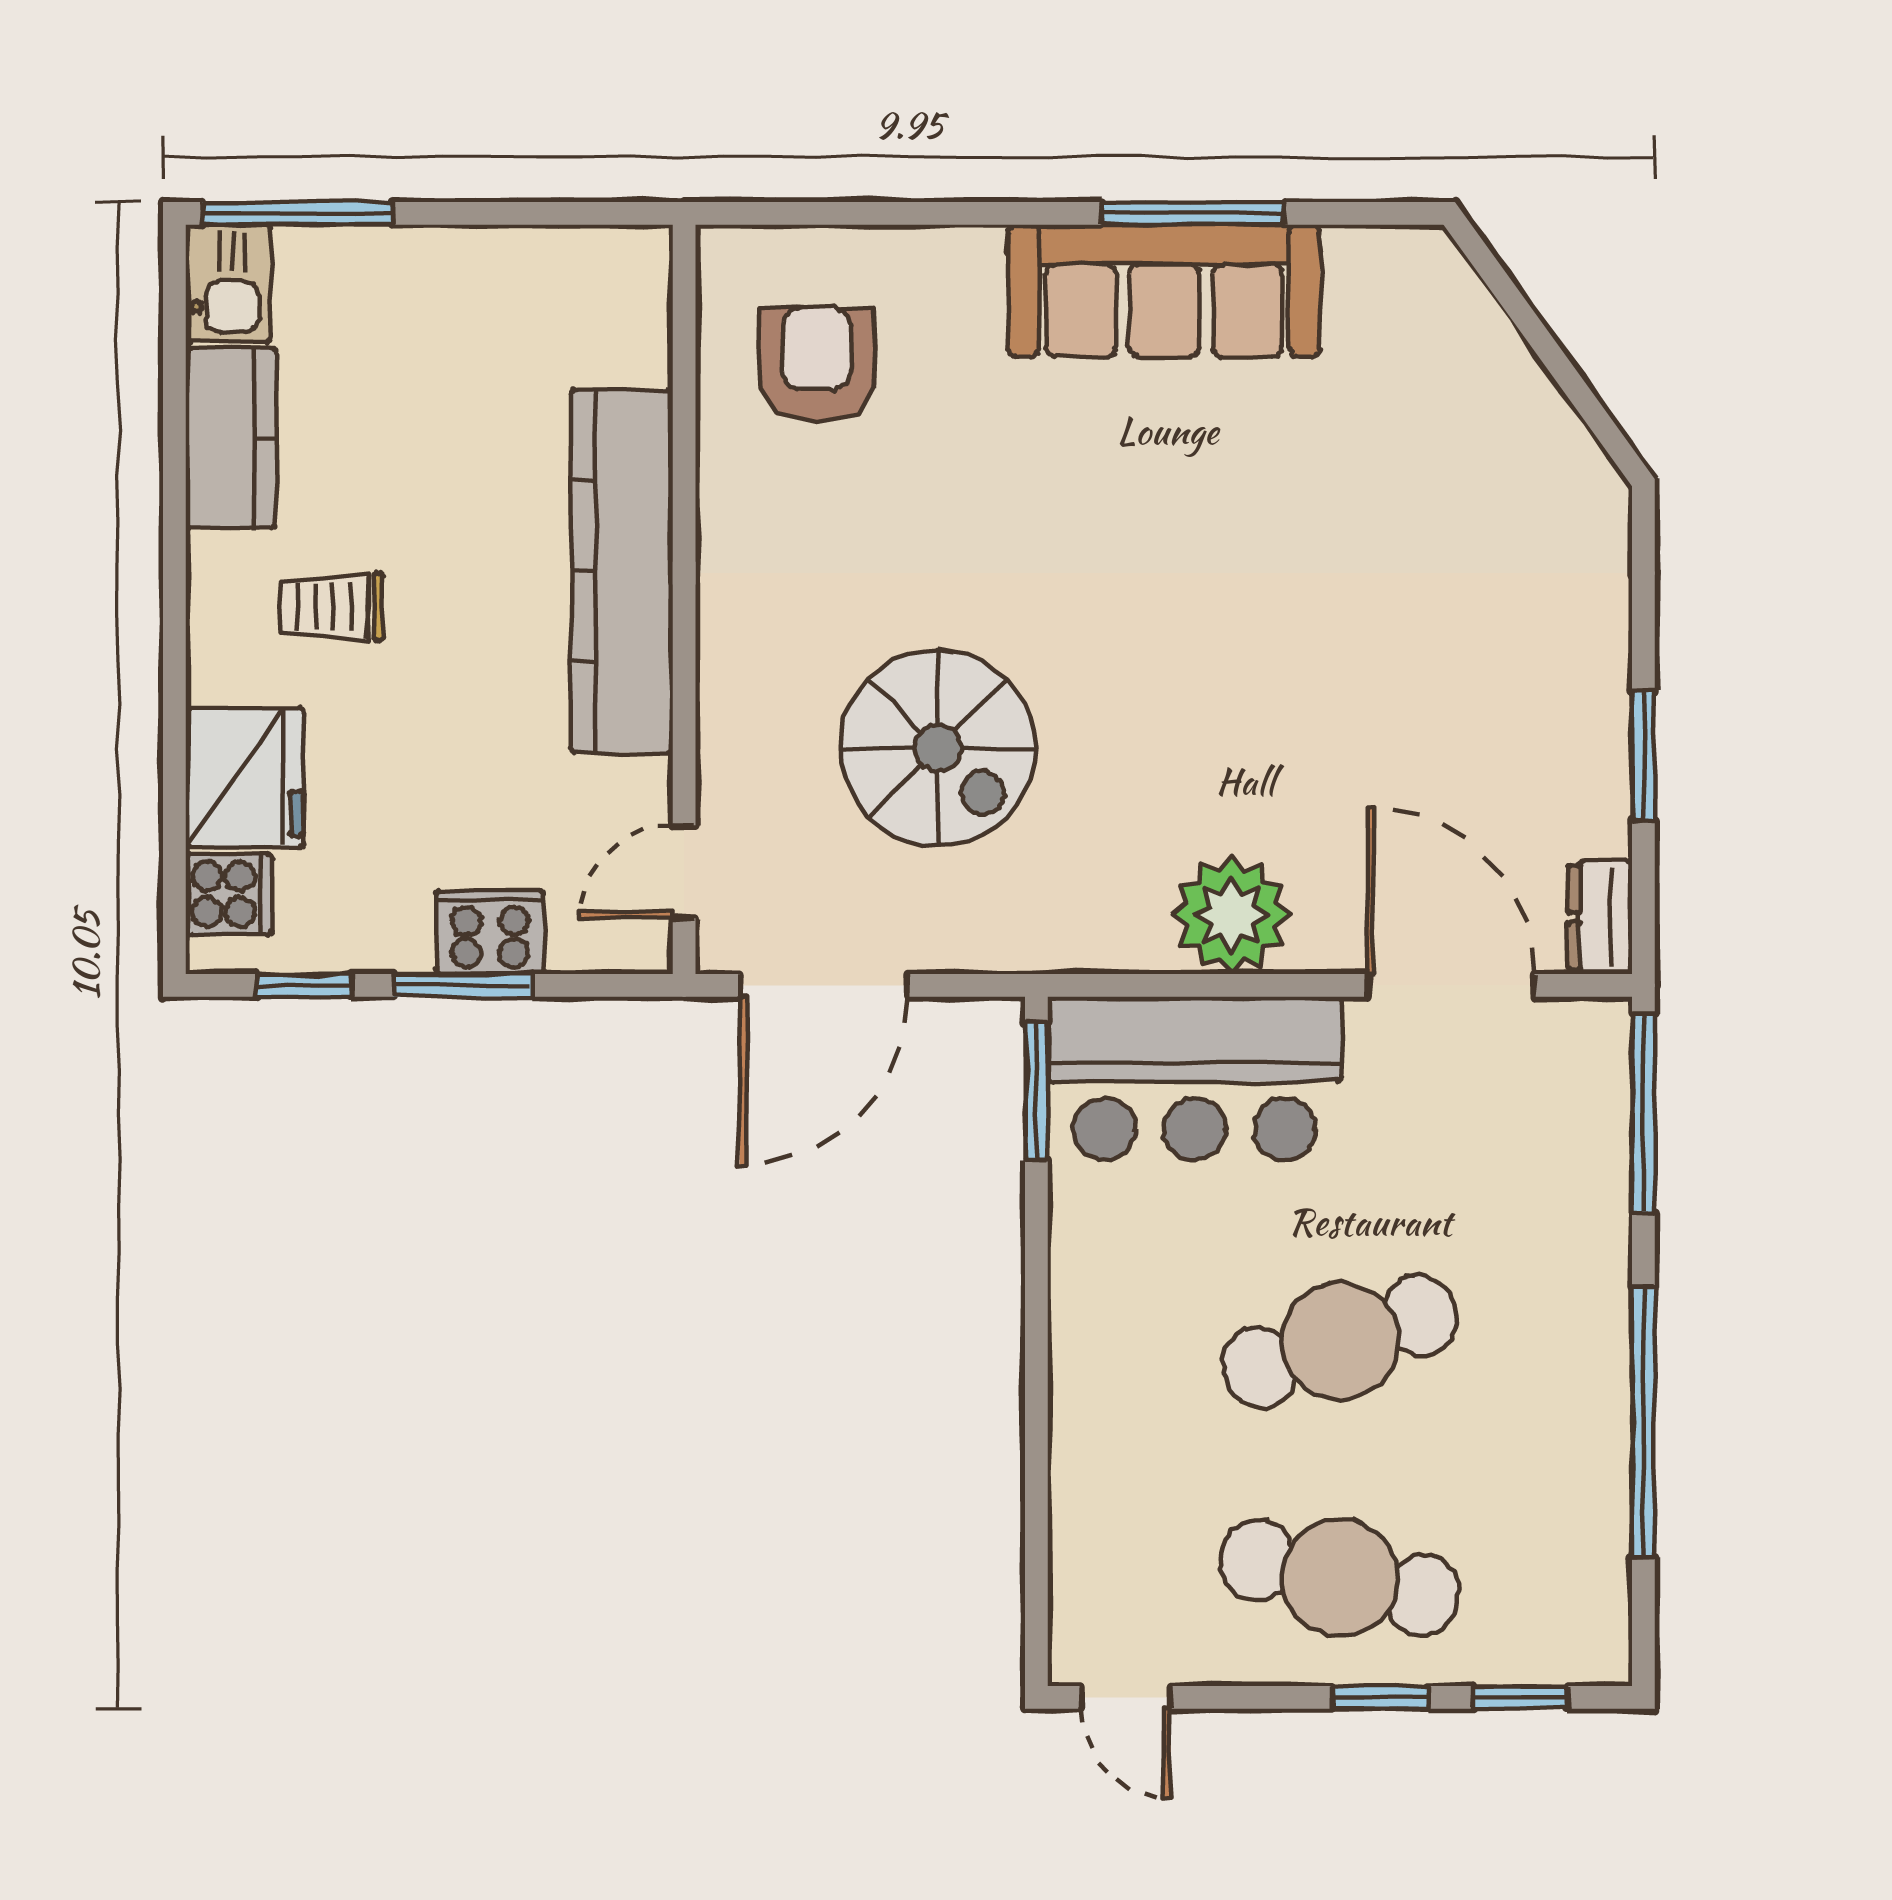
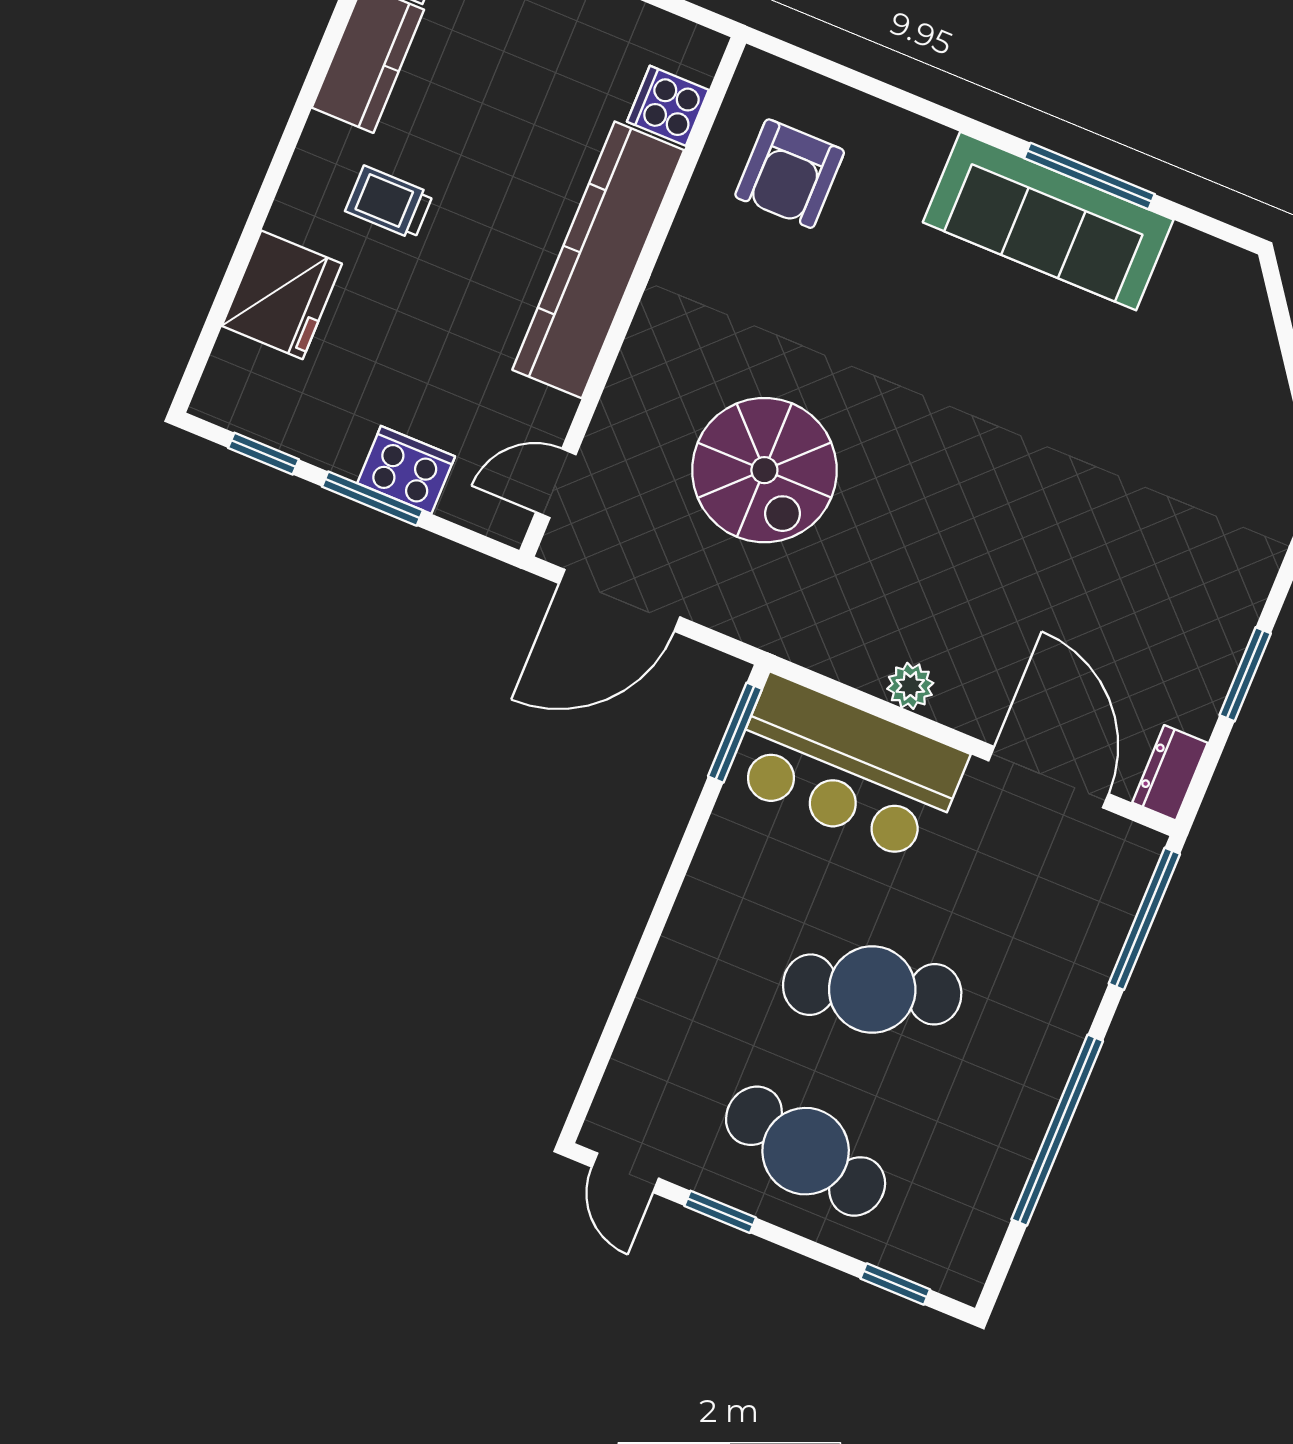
armchair: (817, 365) -> (790, 174), turned 180
cooker: (229, 894) -> (668, 106), moved, turned 180
plant: (1231, 915) -> (910, 686), width x0.53, depth x0.53
window: (1380, 1697) -> (720, 1212), moved

